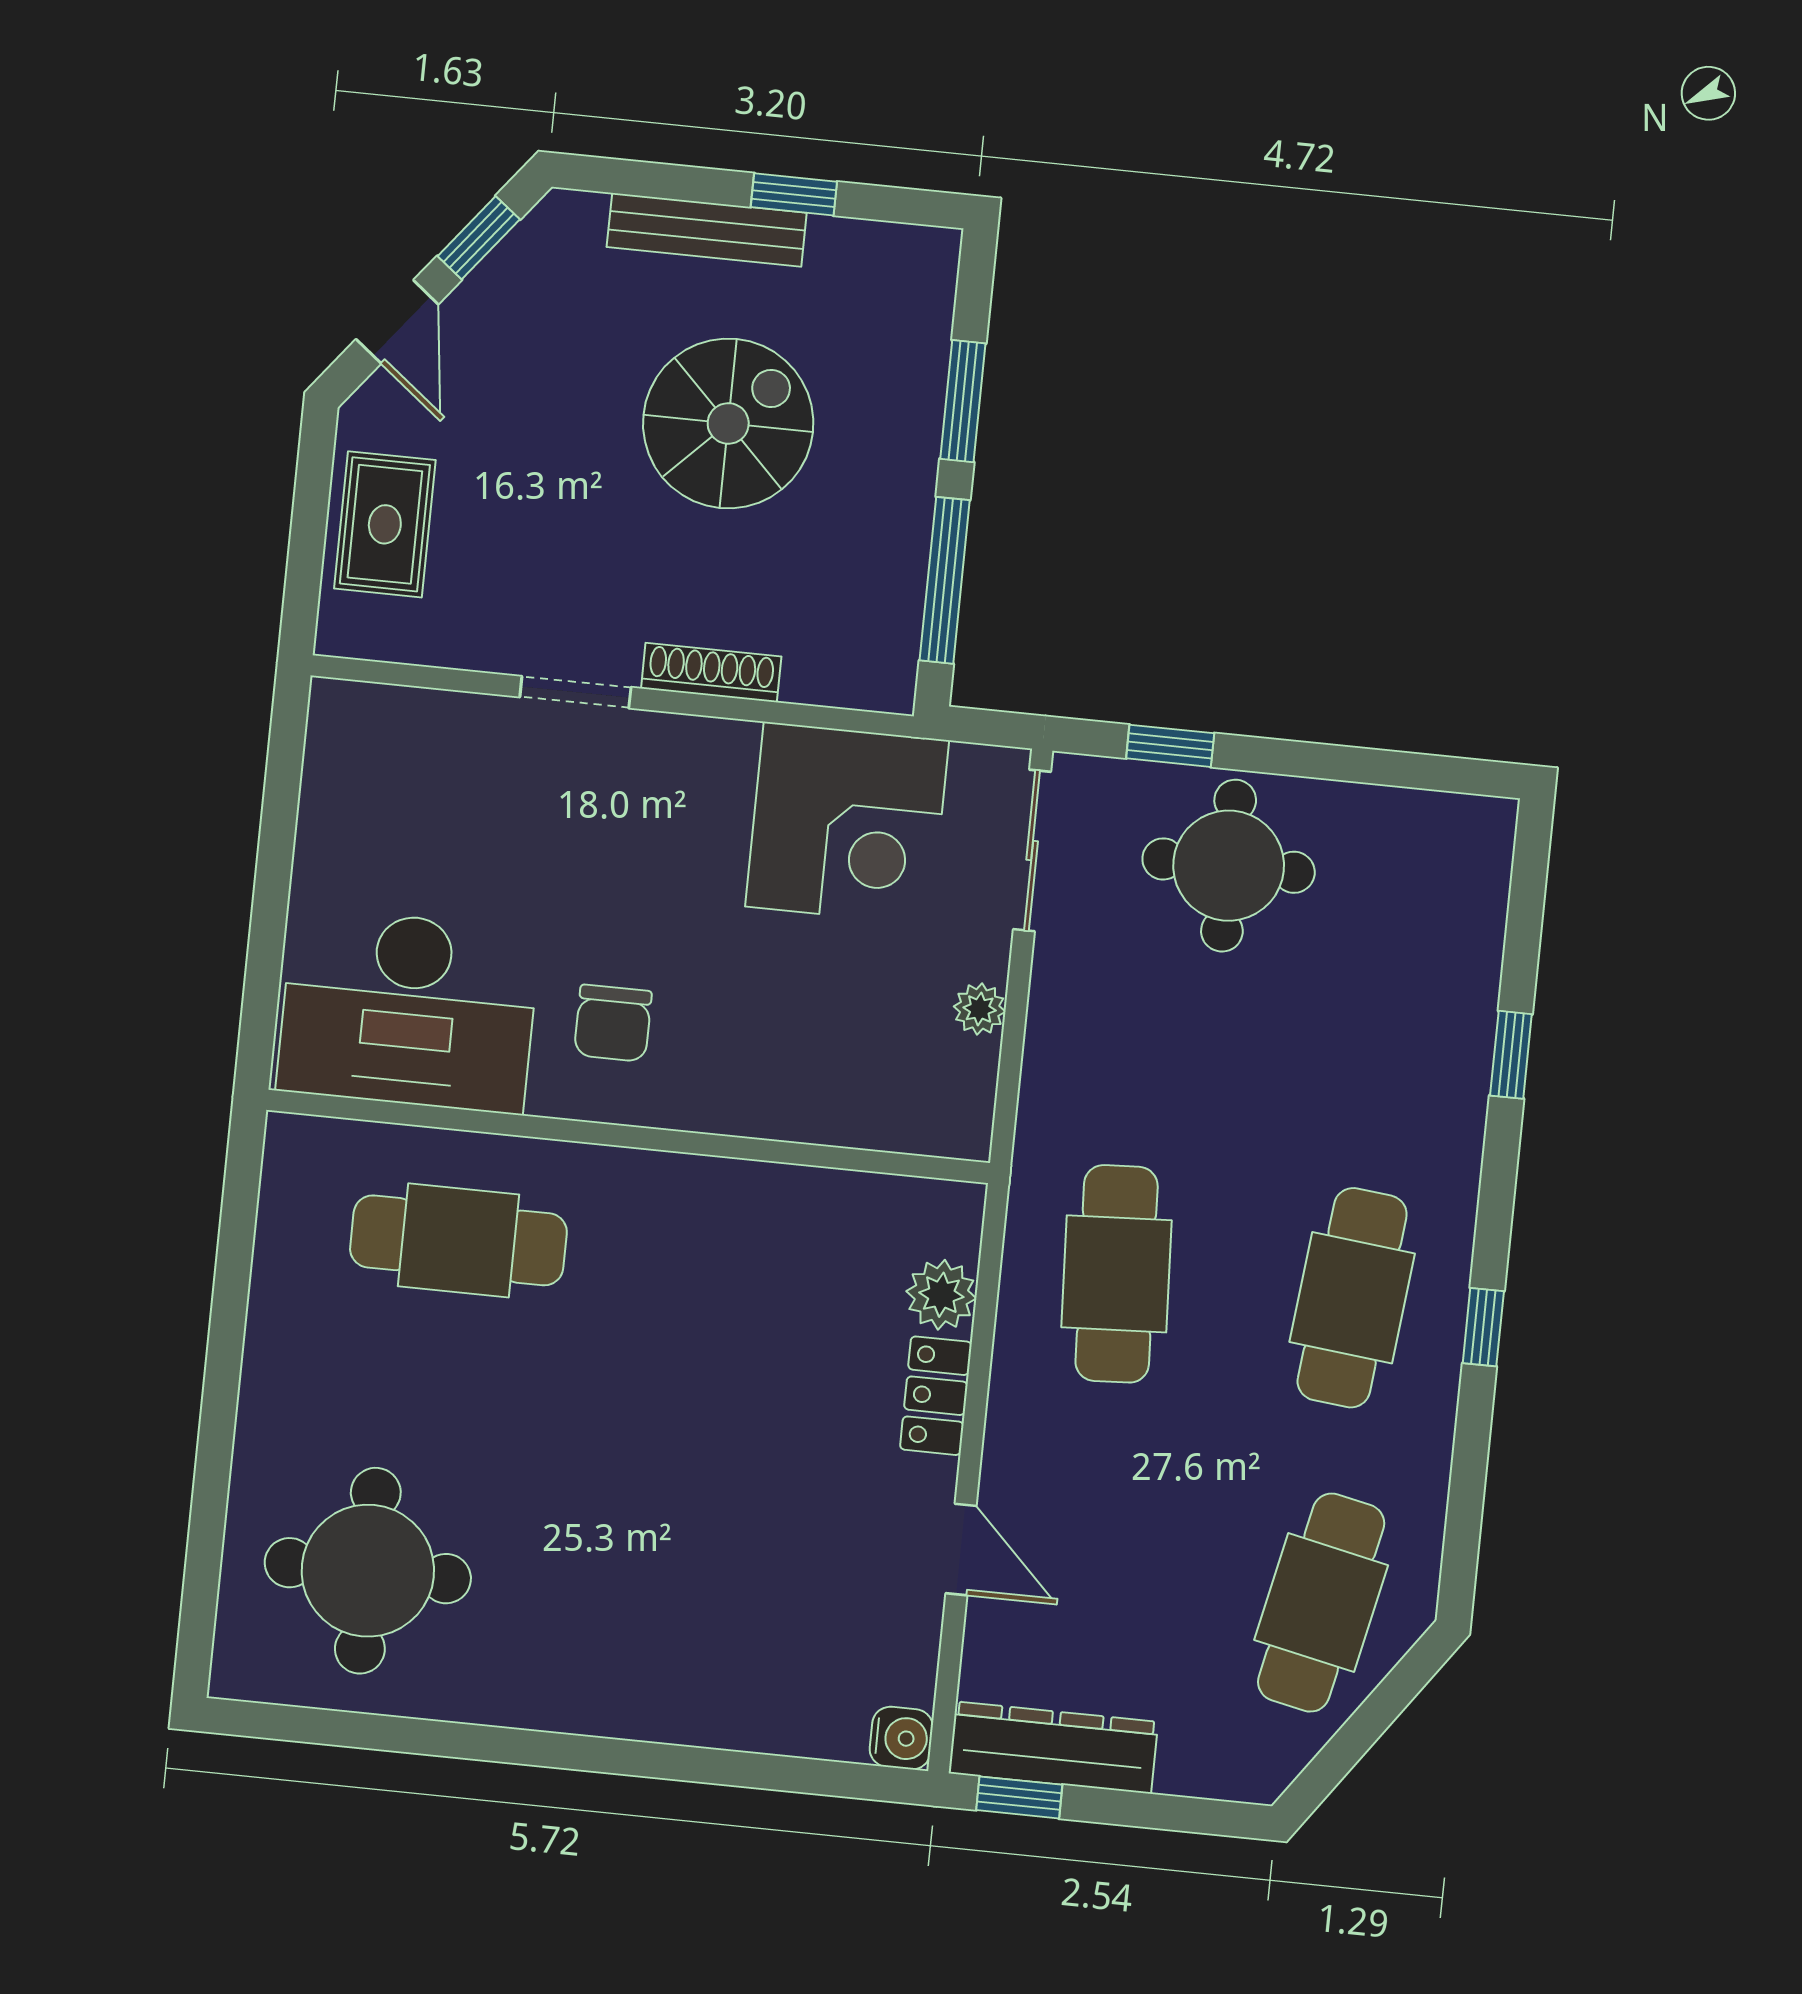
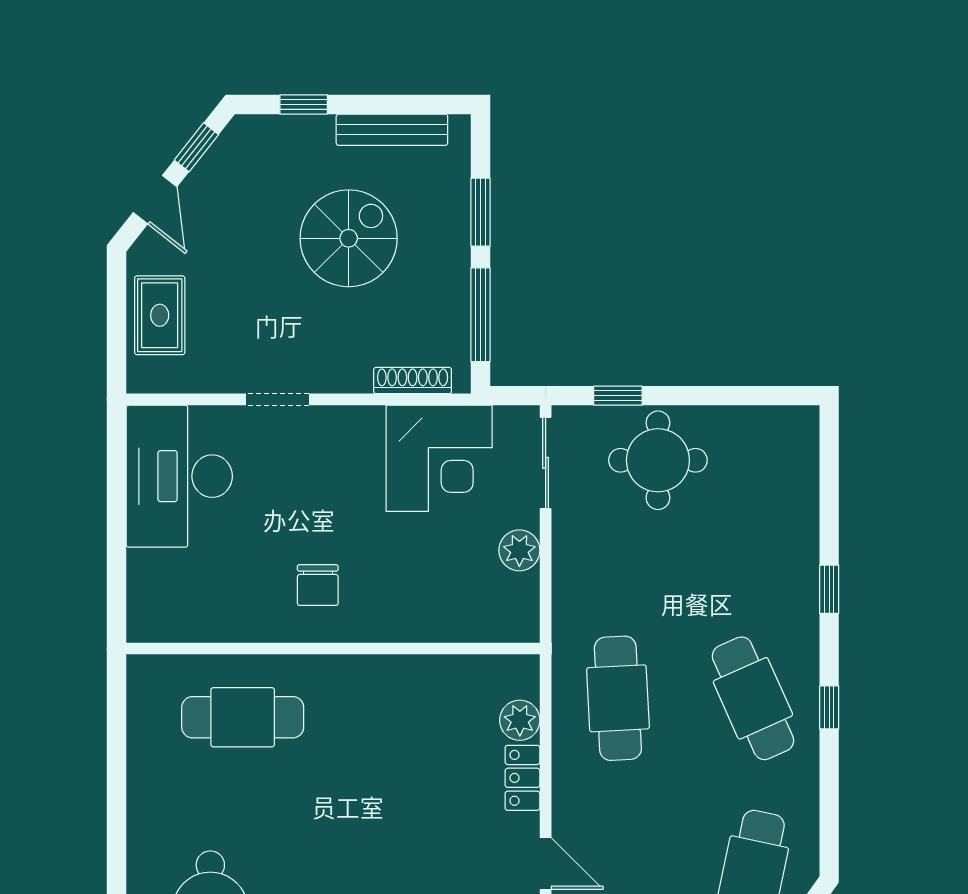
window: (794, 194) -> (304, 105), moved
bench: (707, 230) -> (392, 130), moved
shoe rack: (711, 673) -> (413, 381), moved
plant: (980, 1009) -> (519, 550), width x1.38, depth x1.38
desk: (408, 1010) -> (179, 476), moved, turned 90
window: (1511, 1055) -> (829, 589), moved
cafe table: (1352, 1298) -> (753, 698), turned -30

